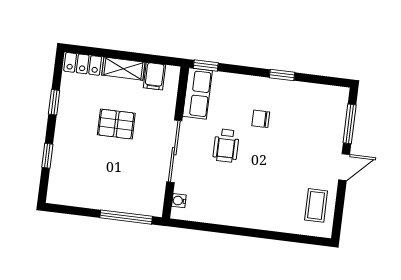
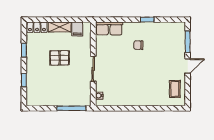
window: (206, 65) -> (105, 20), removed
row of seats: (198, 93) -> (109, 28), moved, turned 90
wheelchair: (226, 146) -> (121, 62), removed
sliding door: (174, 151) -> (93, 69), width x0.73

